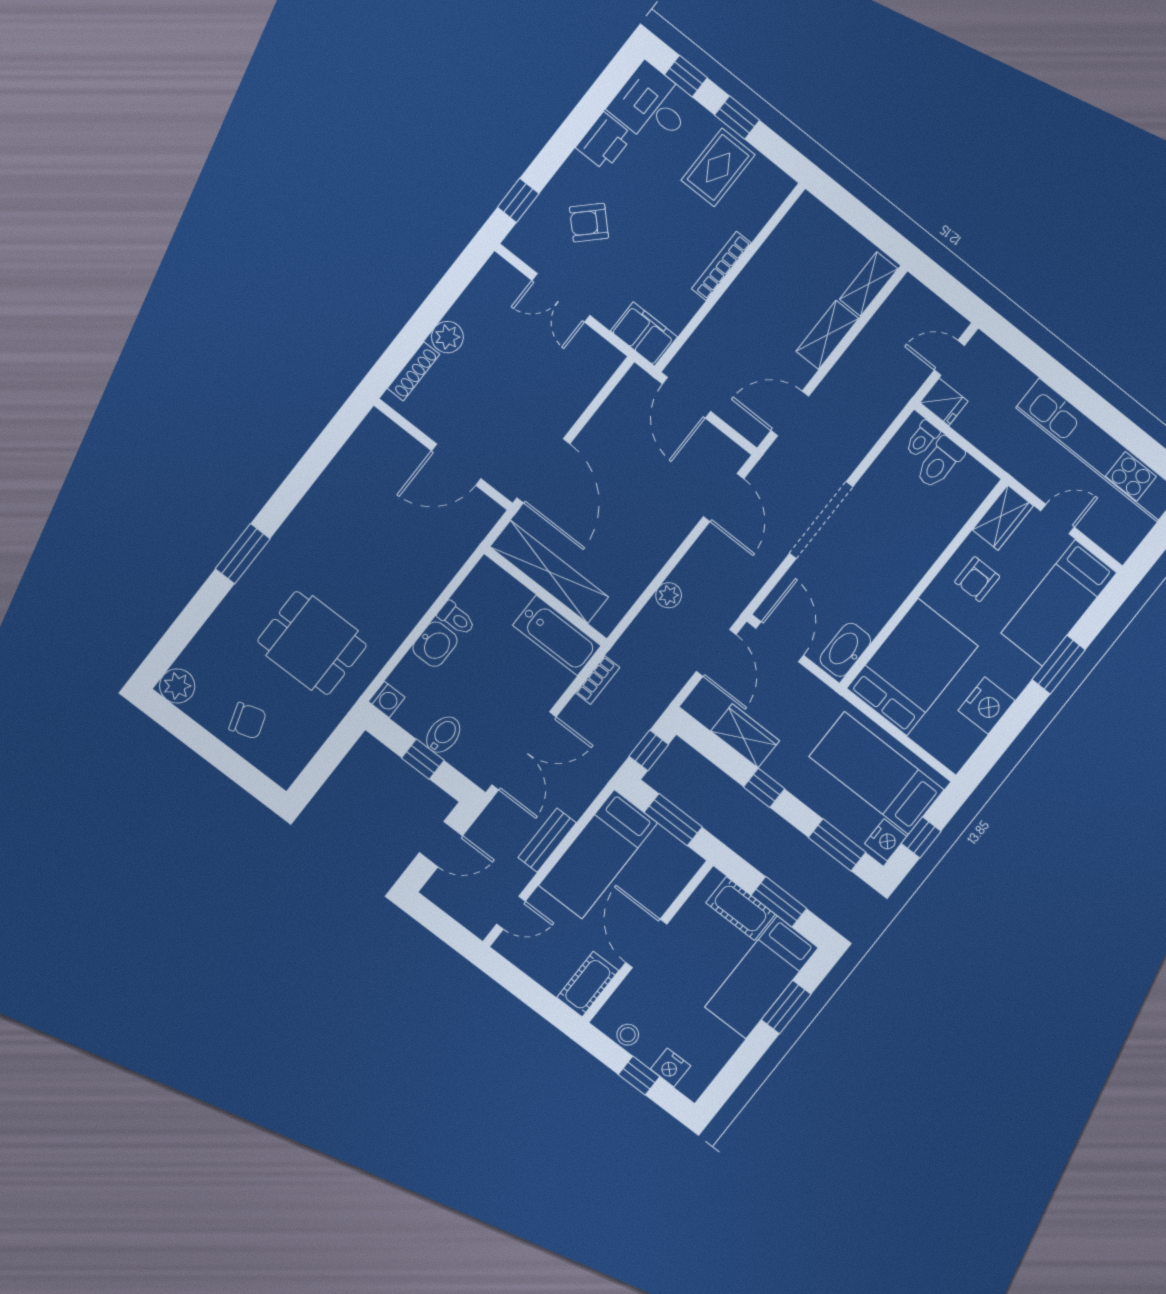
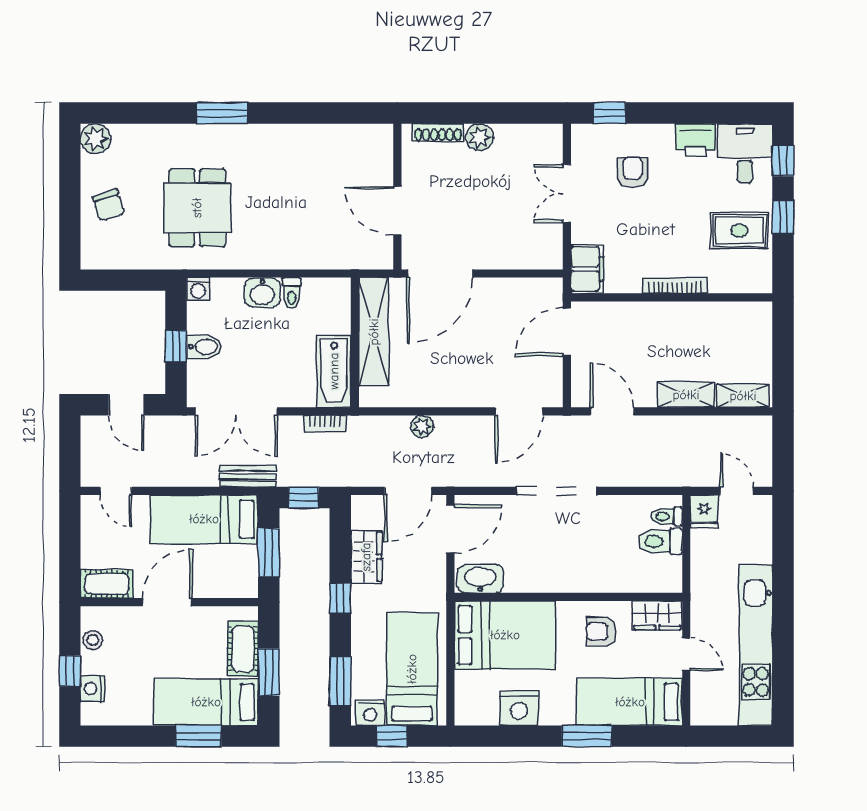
armchair: (589, 223) -> (633, 173), turned 45
bench: (547, 840) -> (248, 476), moved

